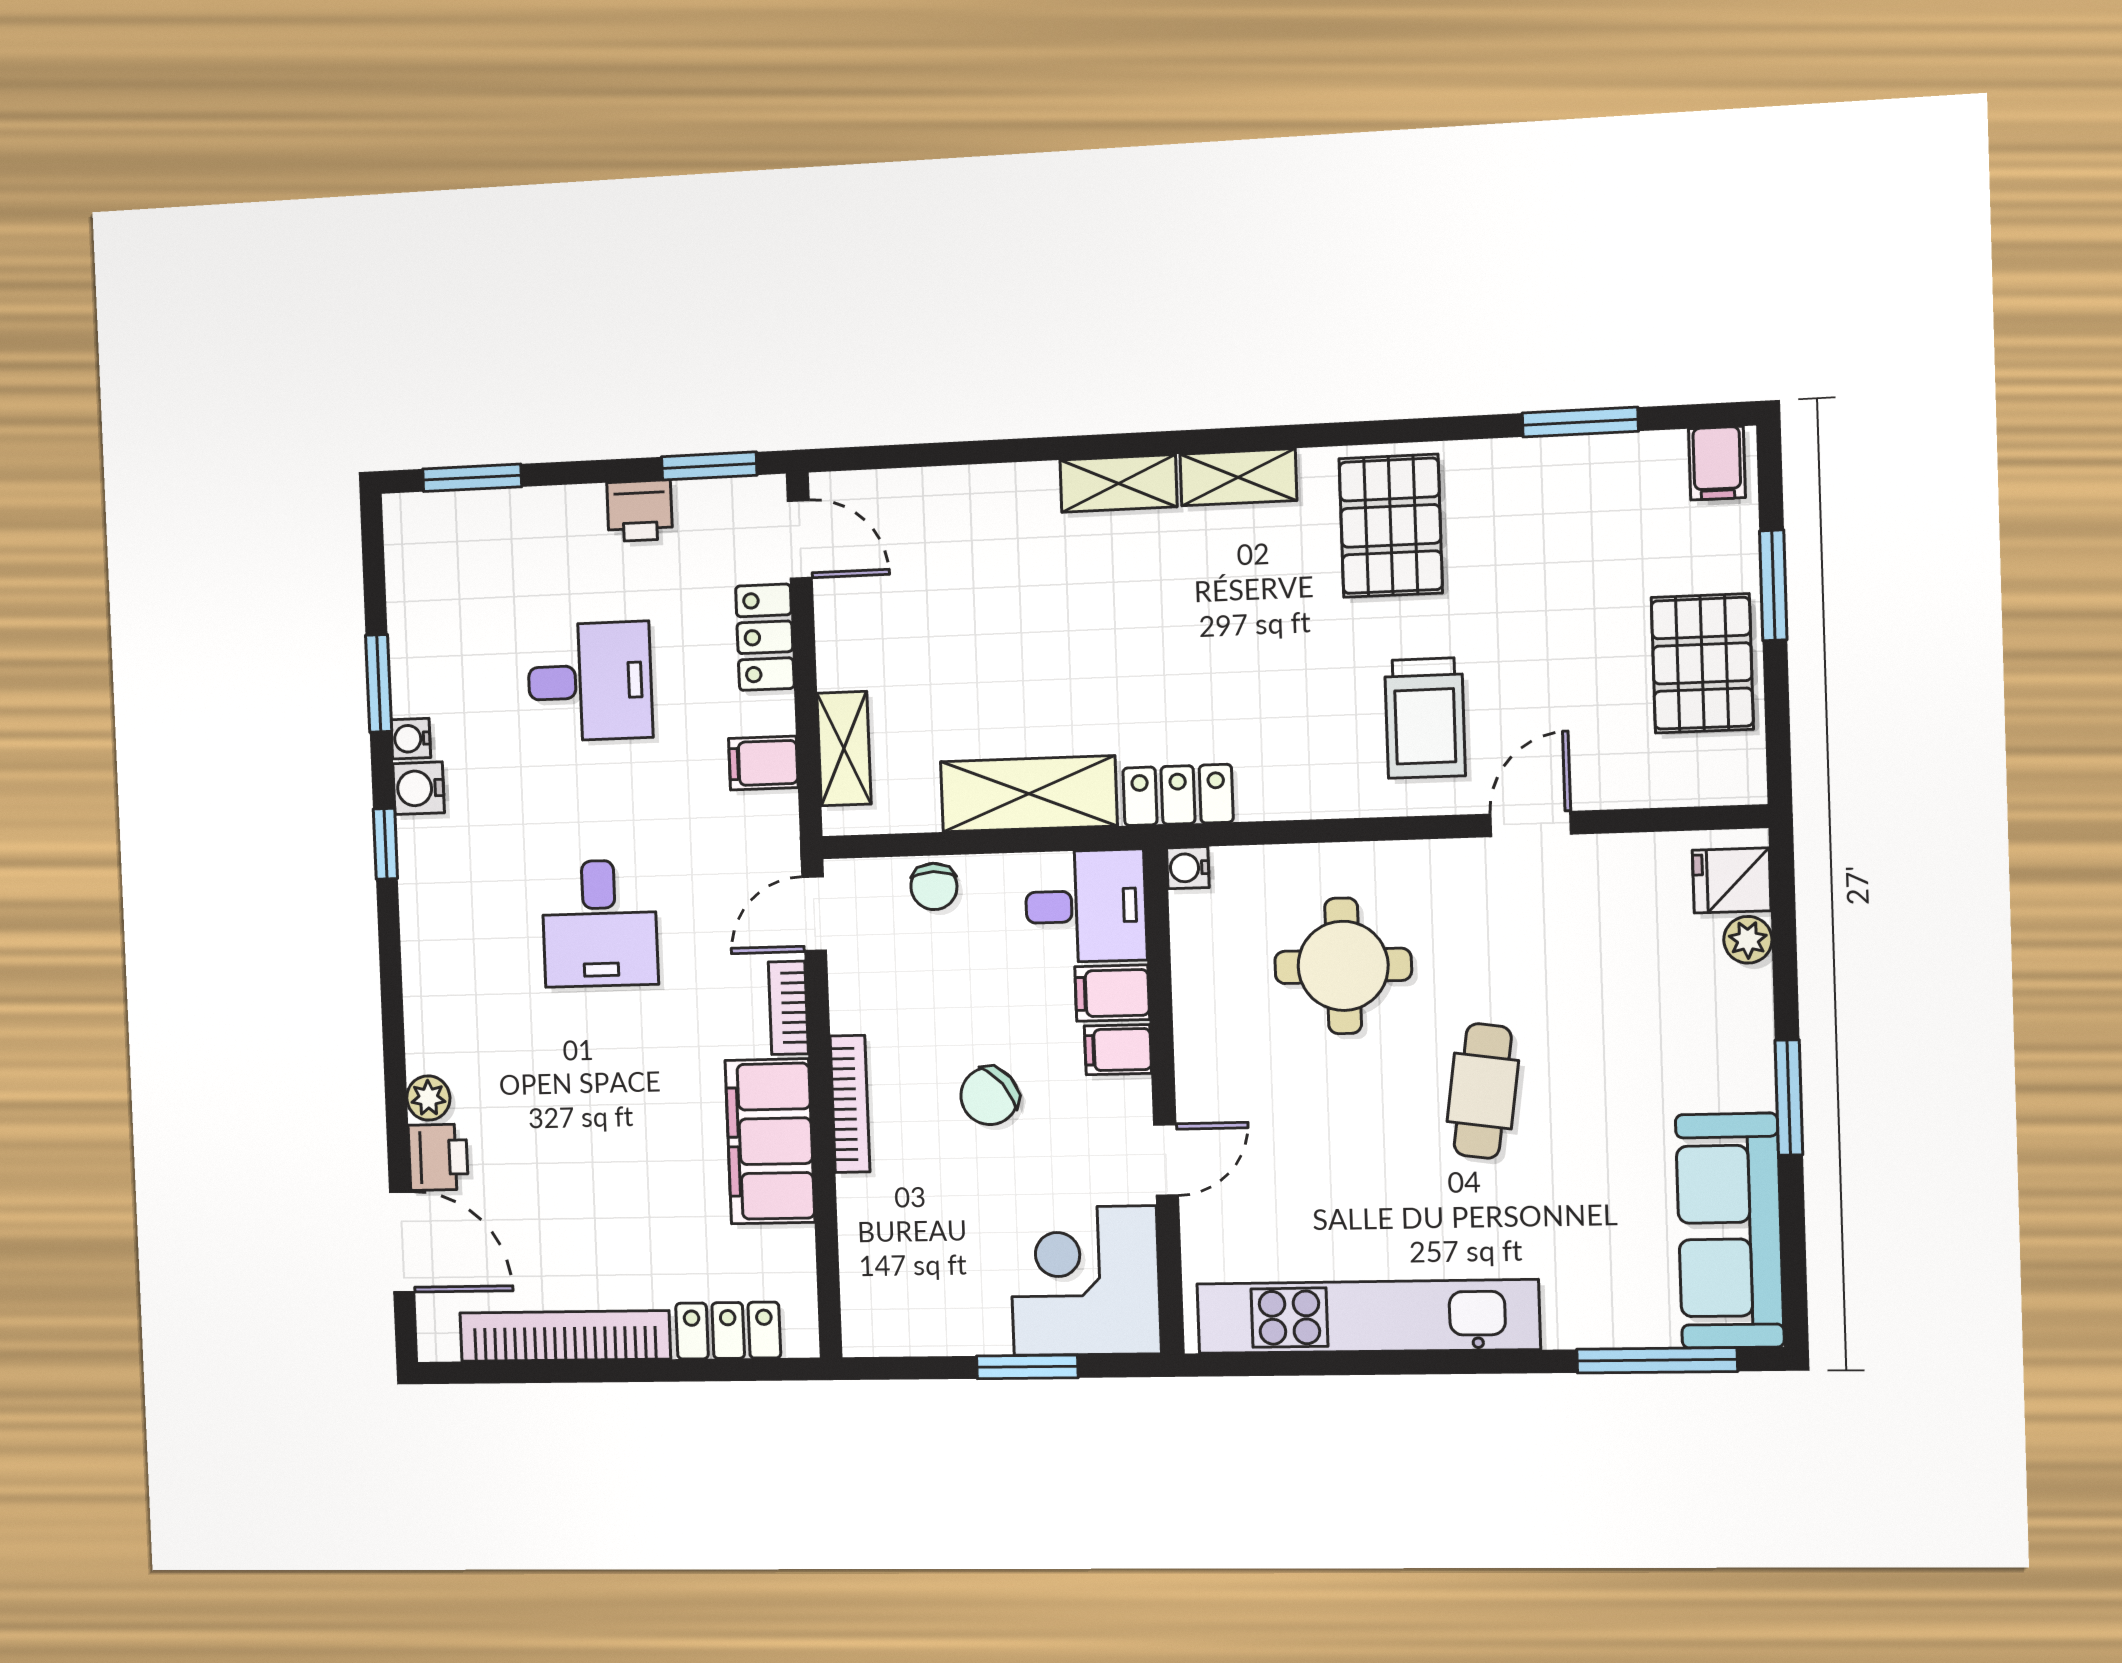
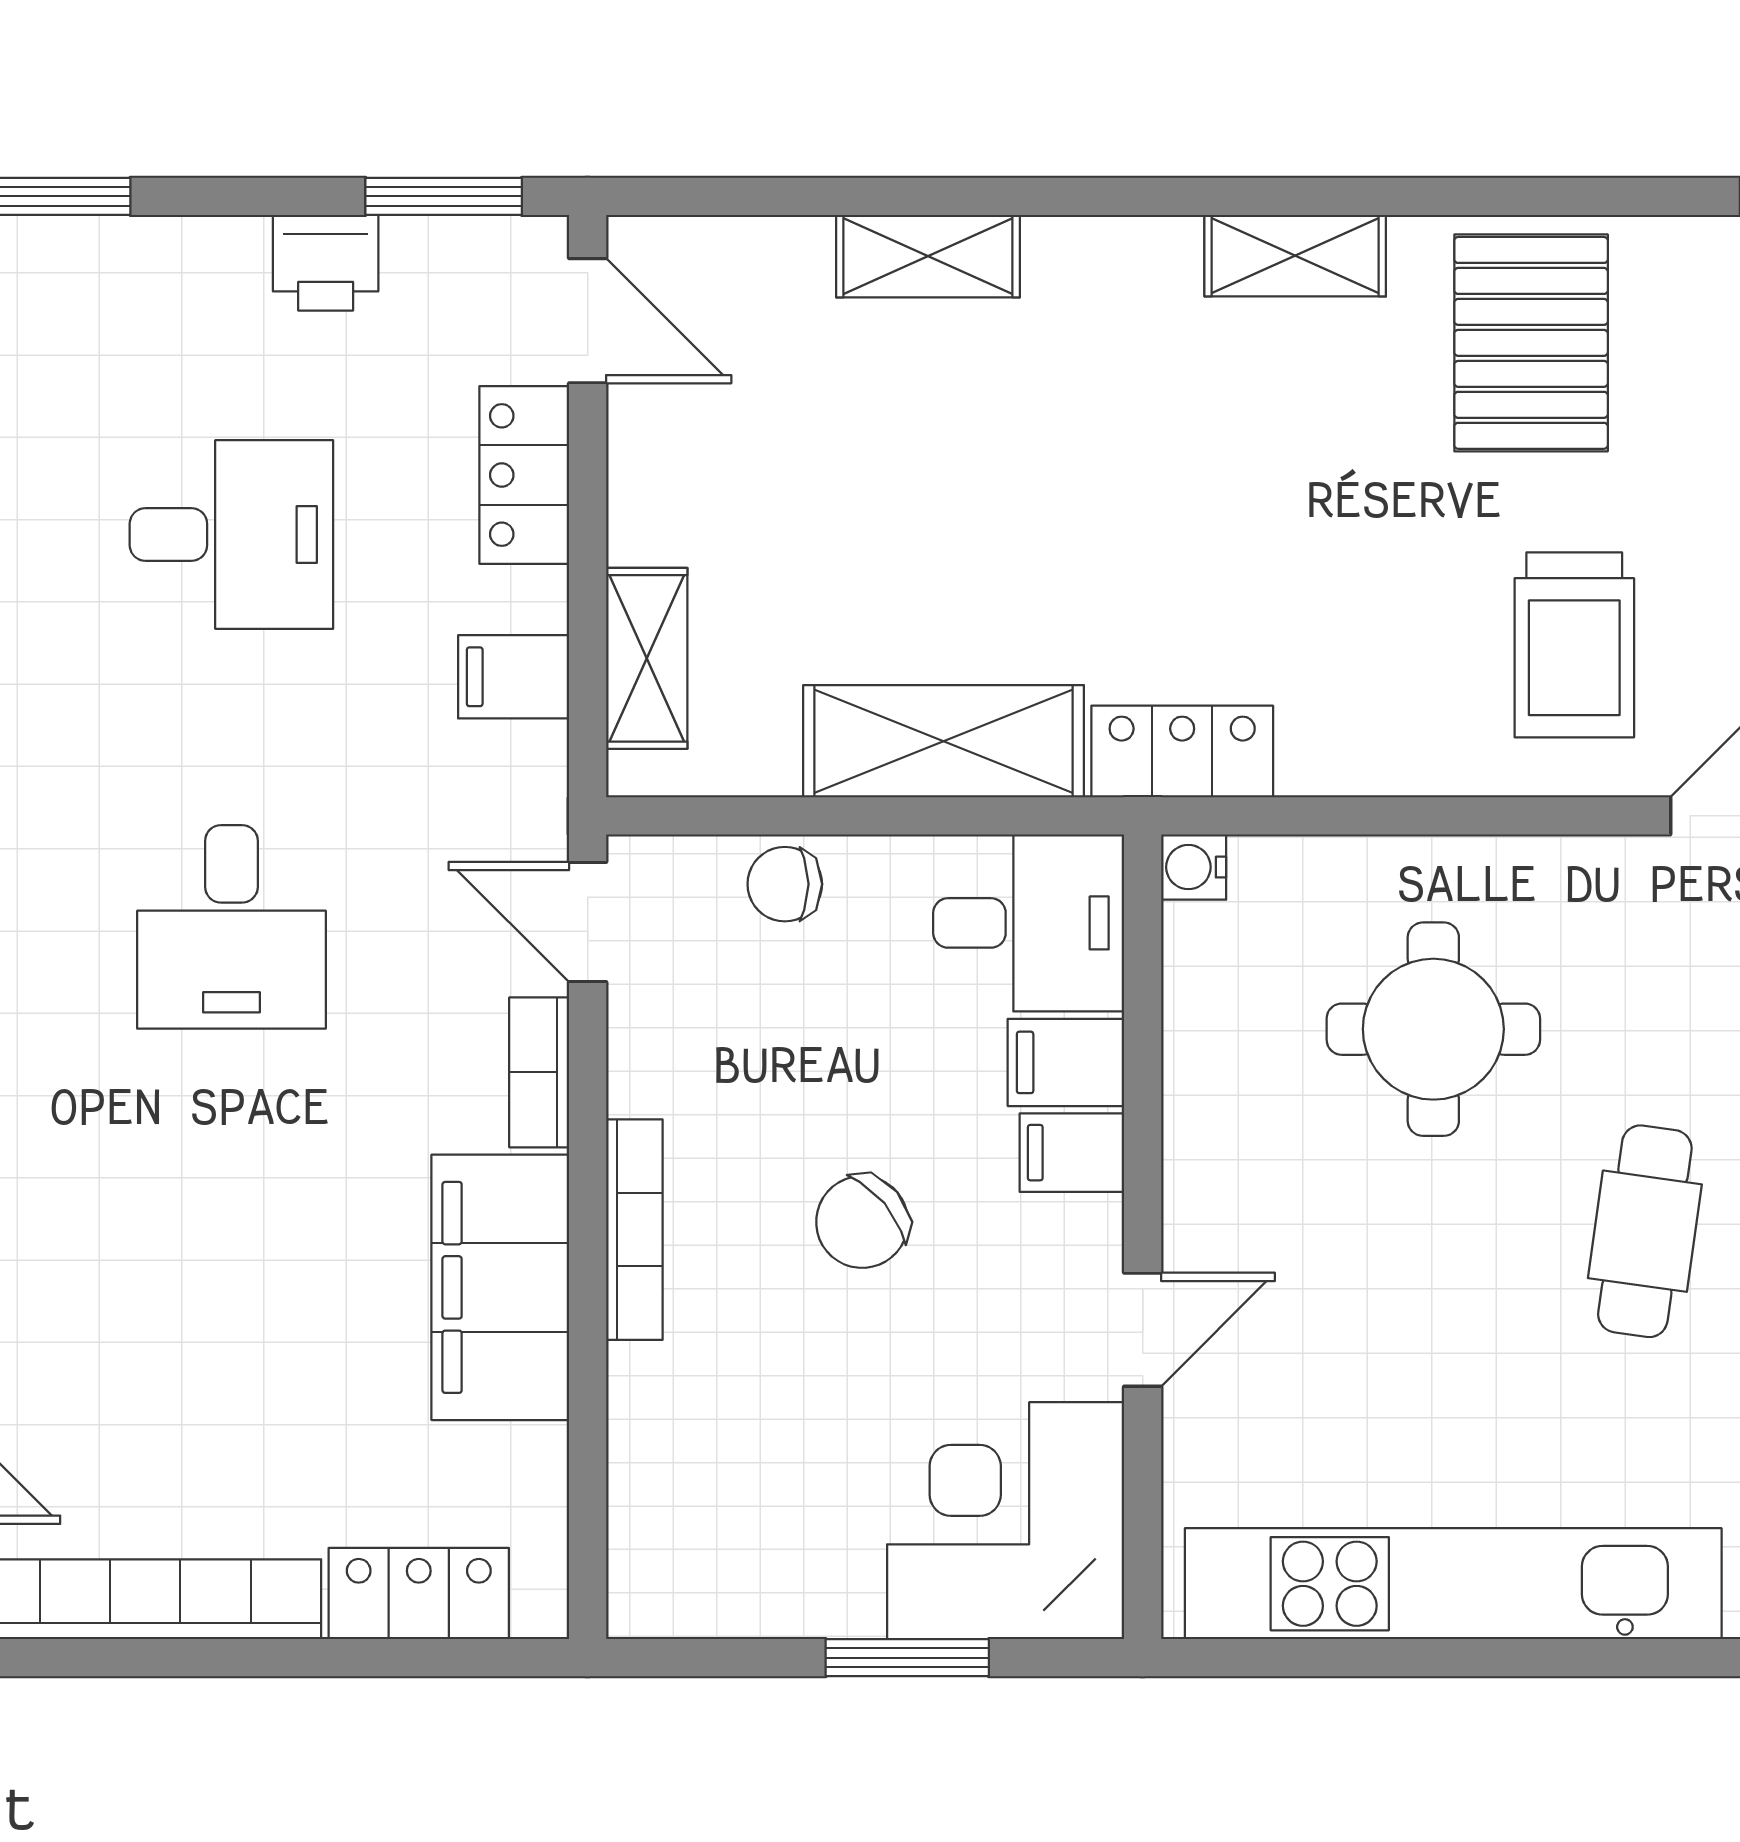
shelving: (1119, 483) -> (928, 256), moved
chair: (934, 886) -> (785, 884), turned 90
door: (814, 914) -> (588, 922), hinge flipped

